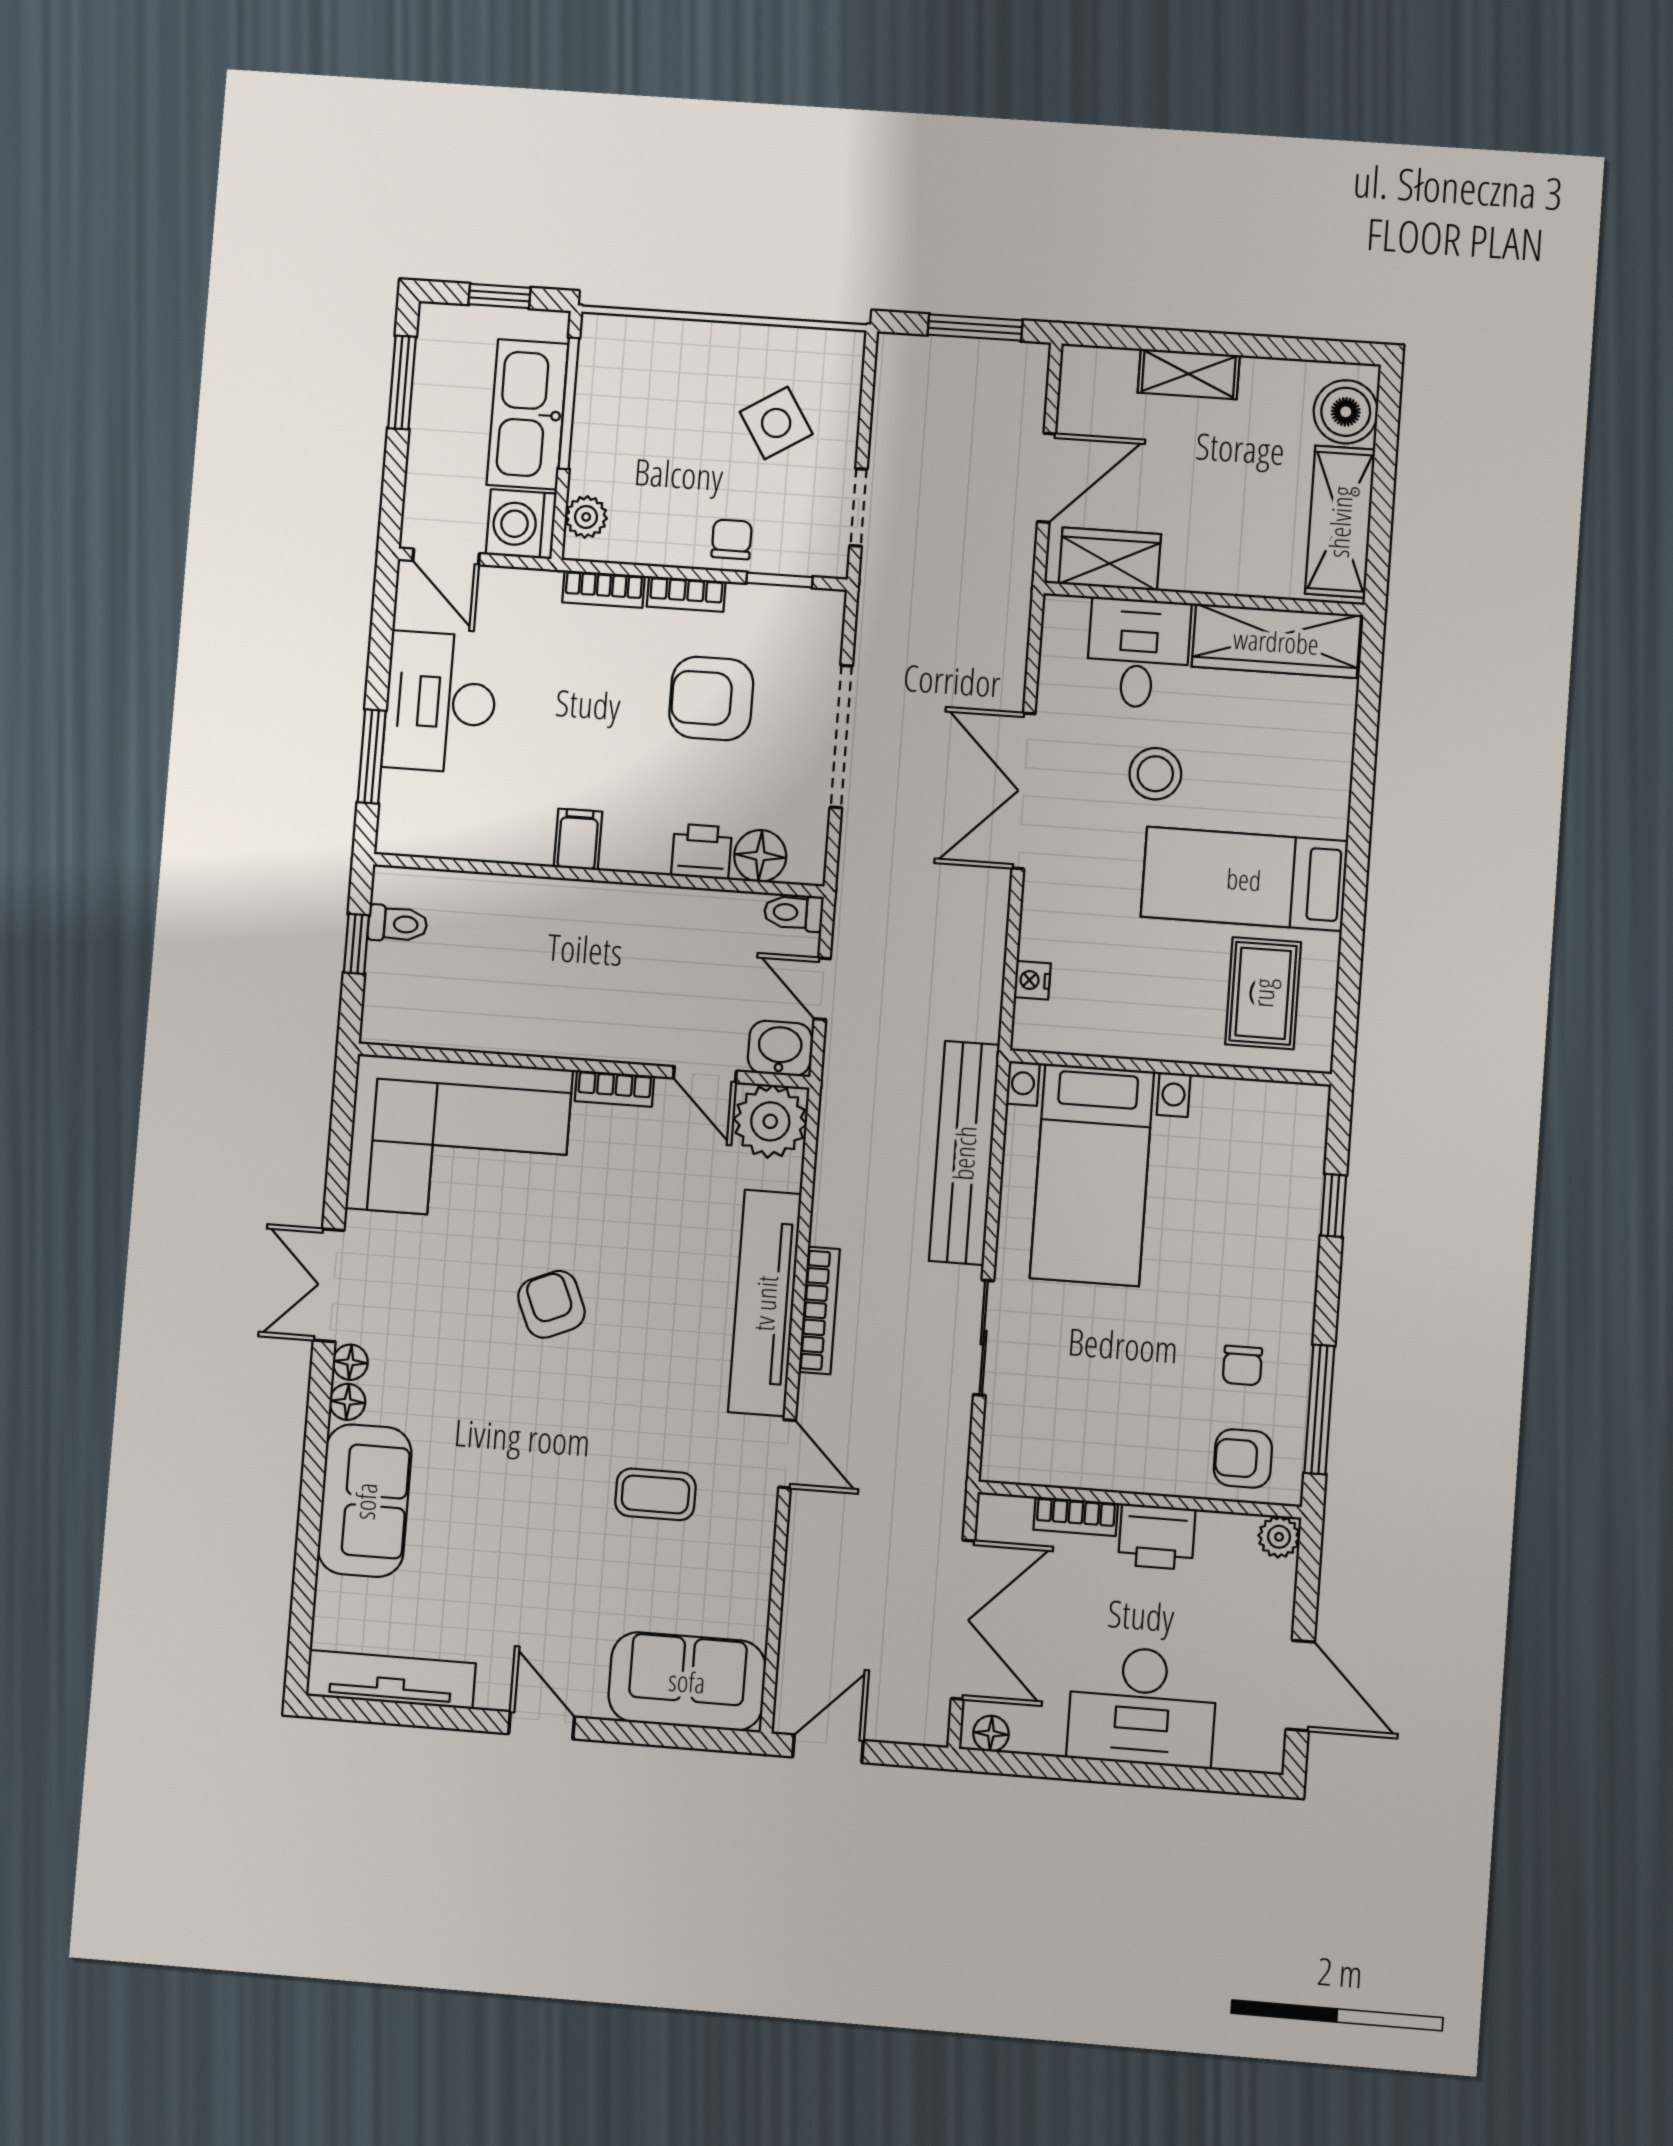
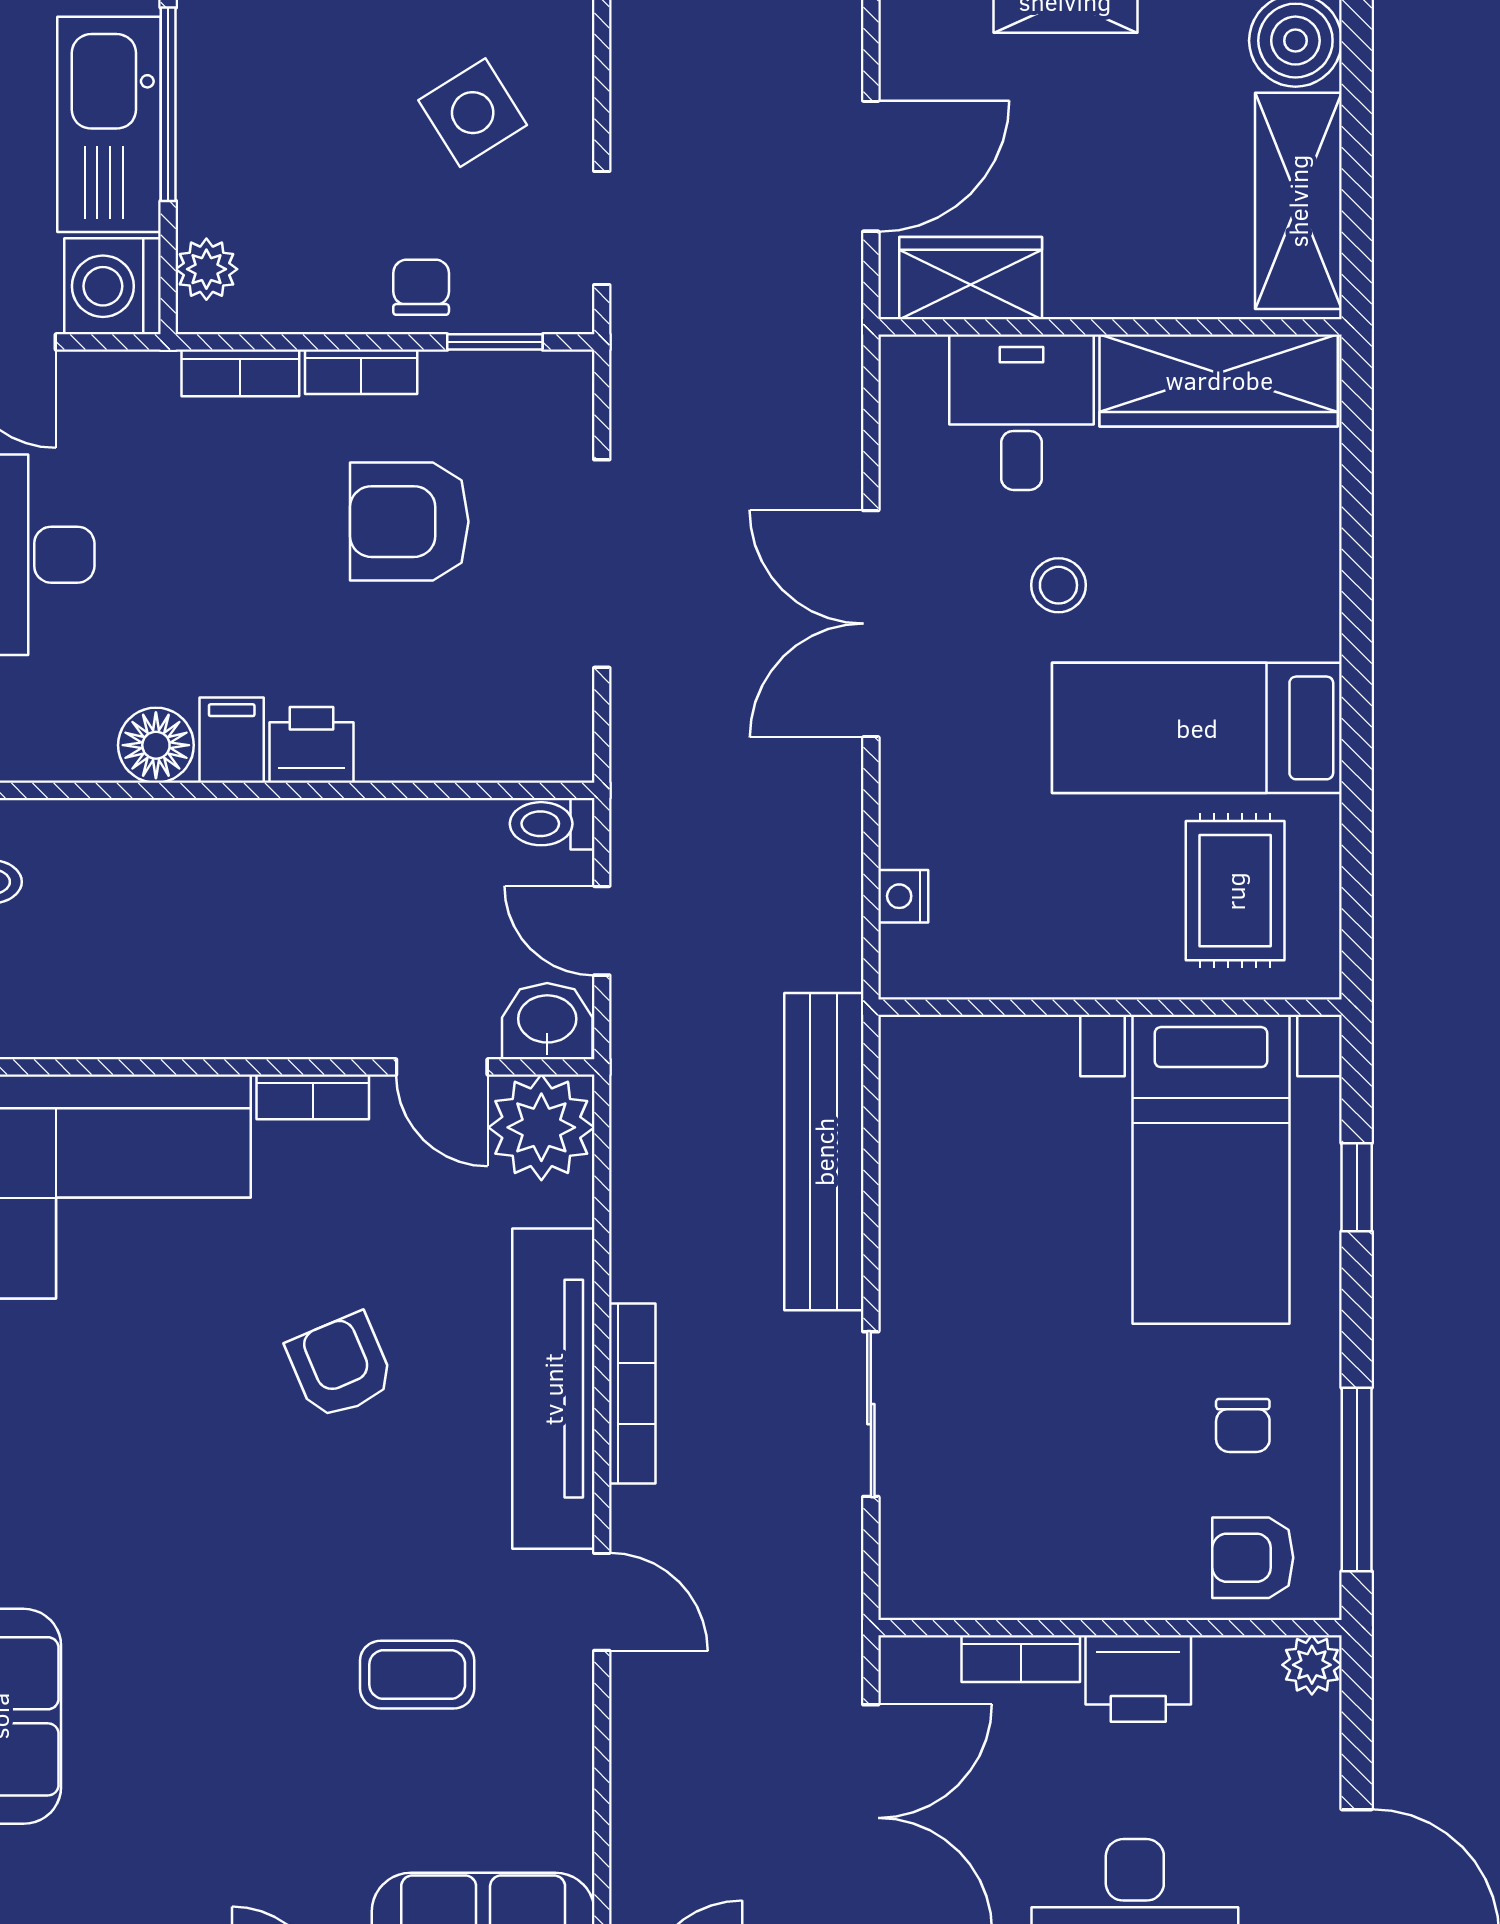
stool: (1155, 774) -> (1058, 585), width x0.73, depth x0.73
printer: (702, 852) -> (312, 745), moved
floor lamp: (760, 856) -> (156, 745), moved
bed with nightstands: (1092, 1175) -> (1211, 1169), moved
armchair: (551, 1304) -> (340, 1366), moved

